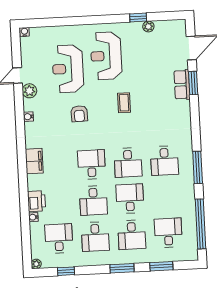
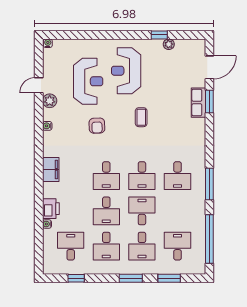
reception desk: (68, 69) -> (88, 81), turned 180
desk: (91, 164) -> (106, 176), turned 180
plant: (36, 264) -> (47, 270), removed

